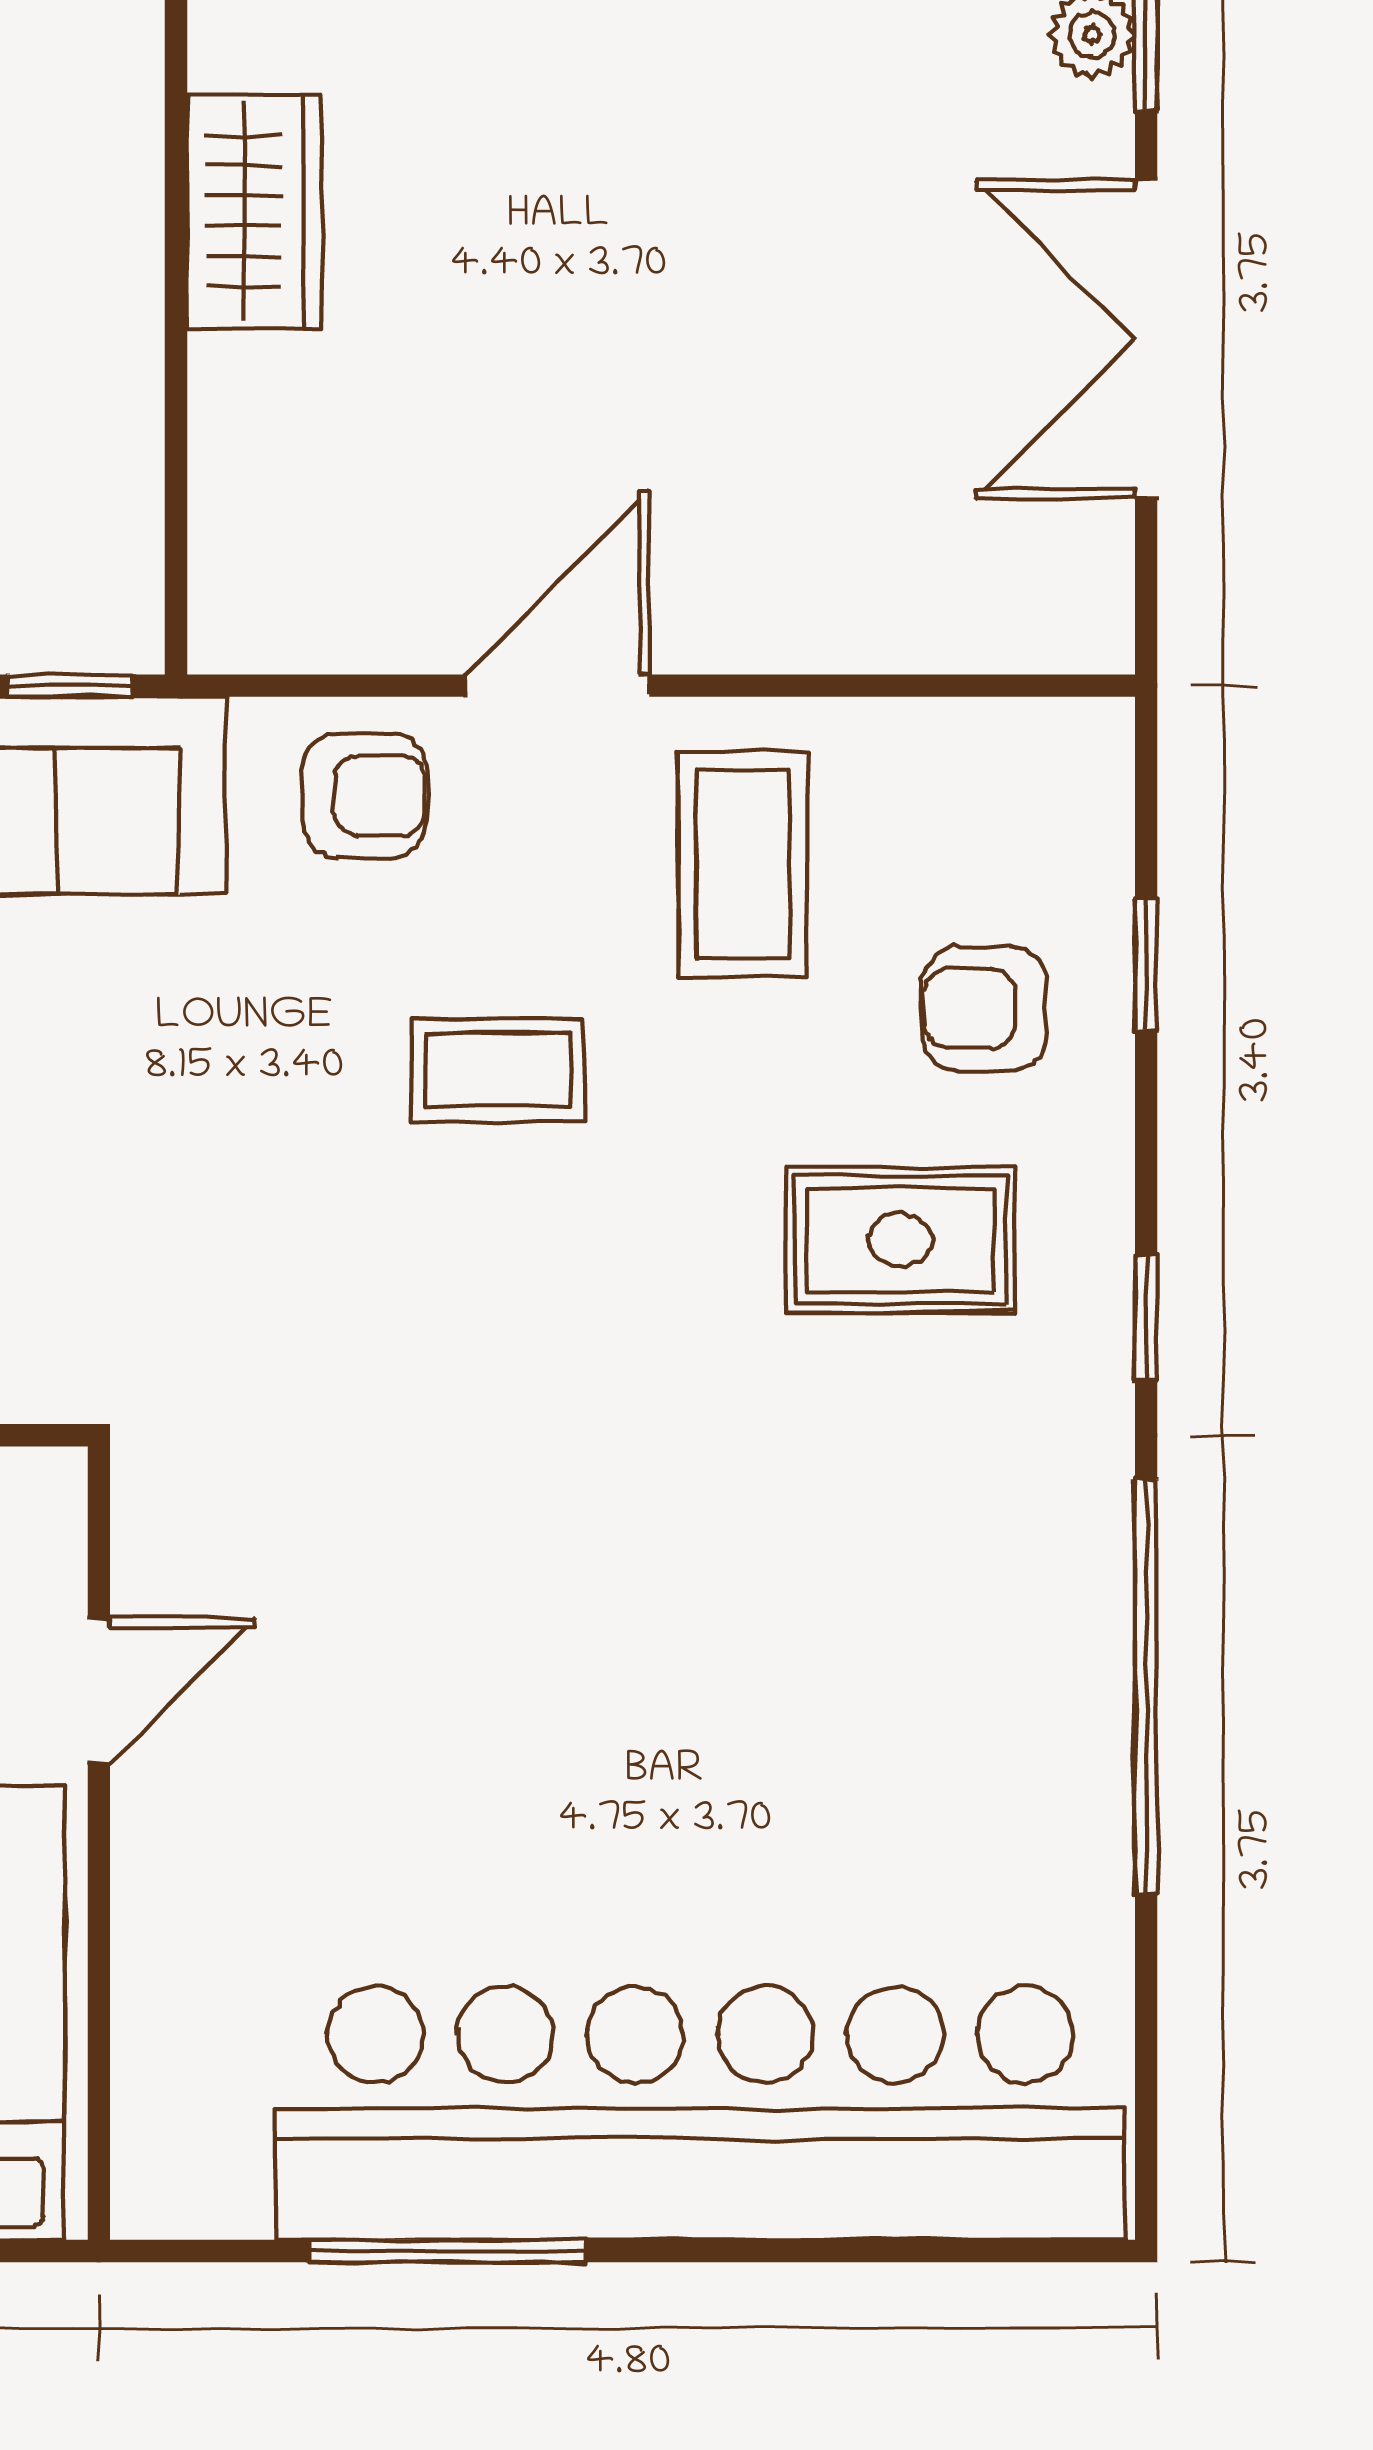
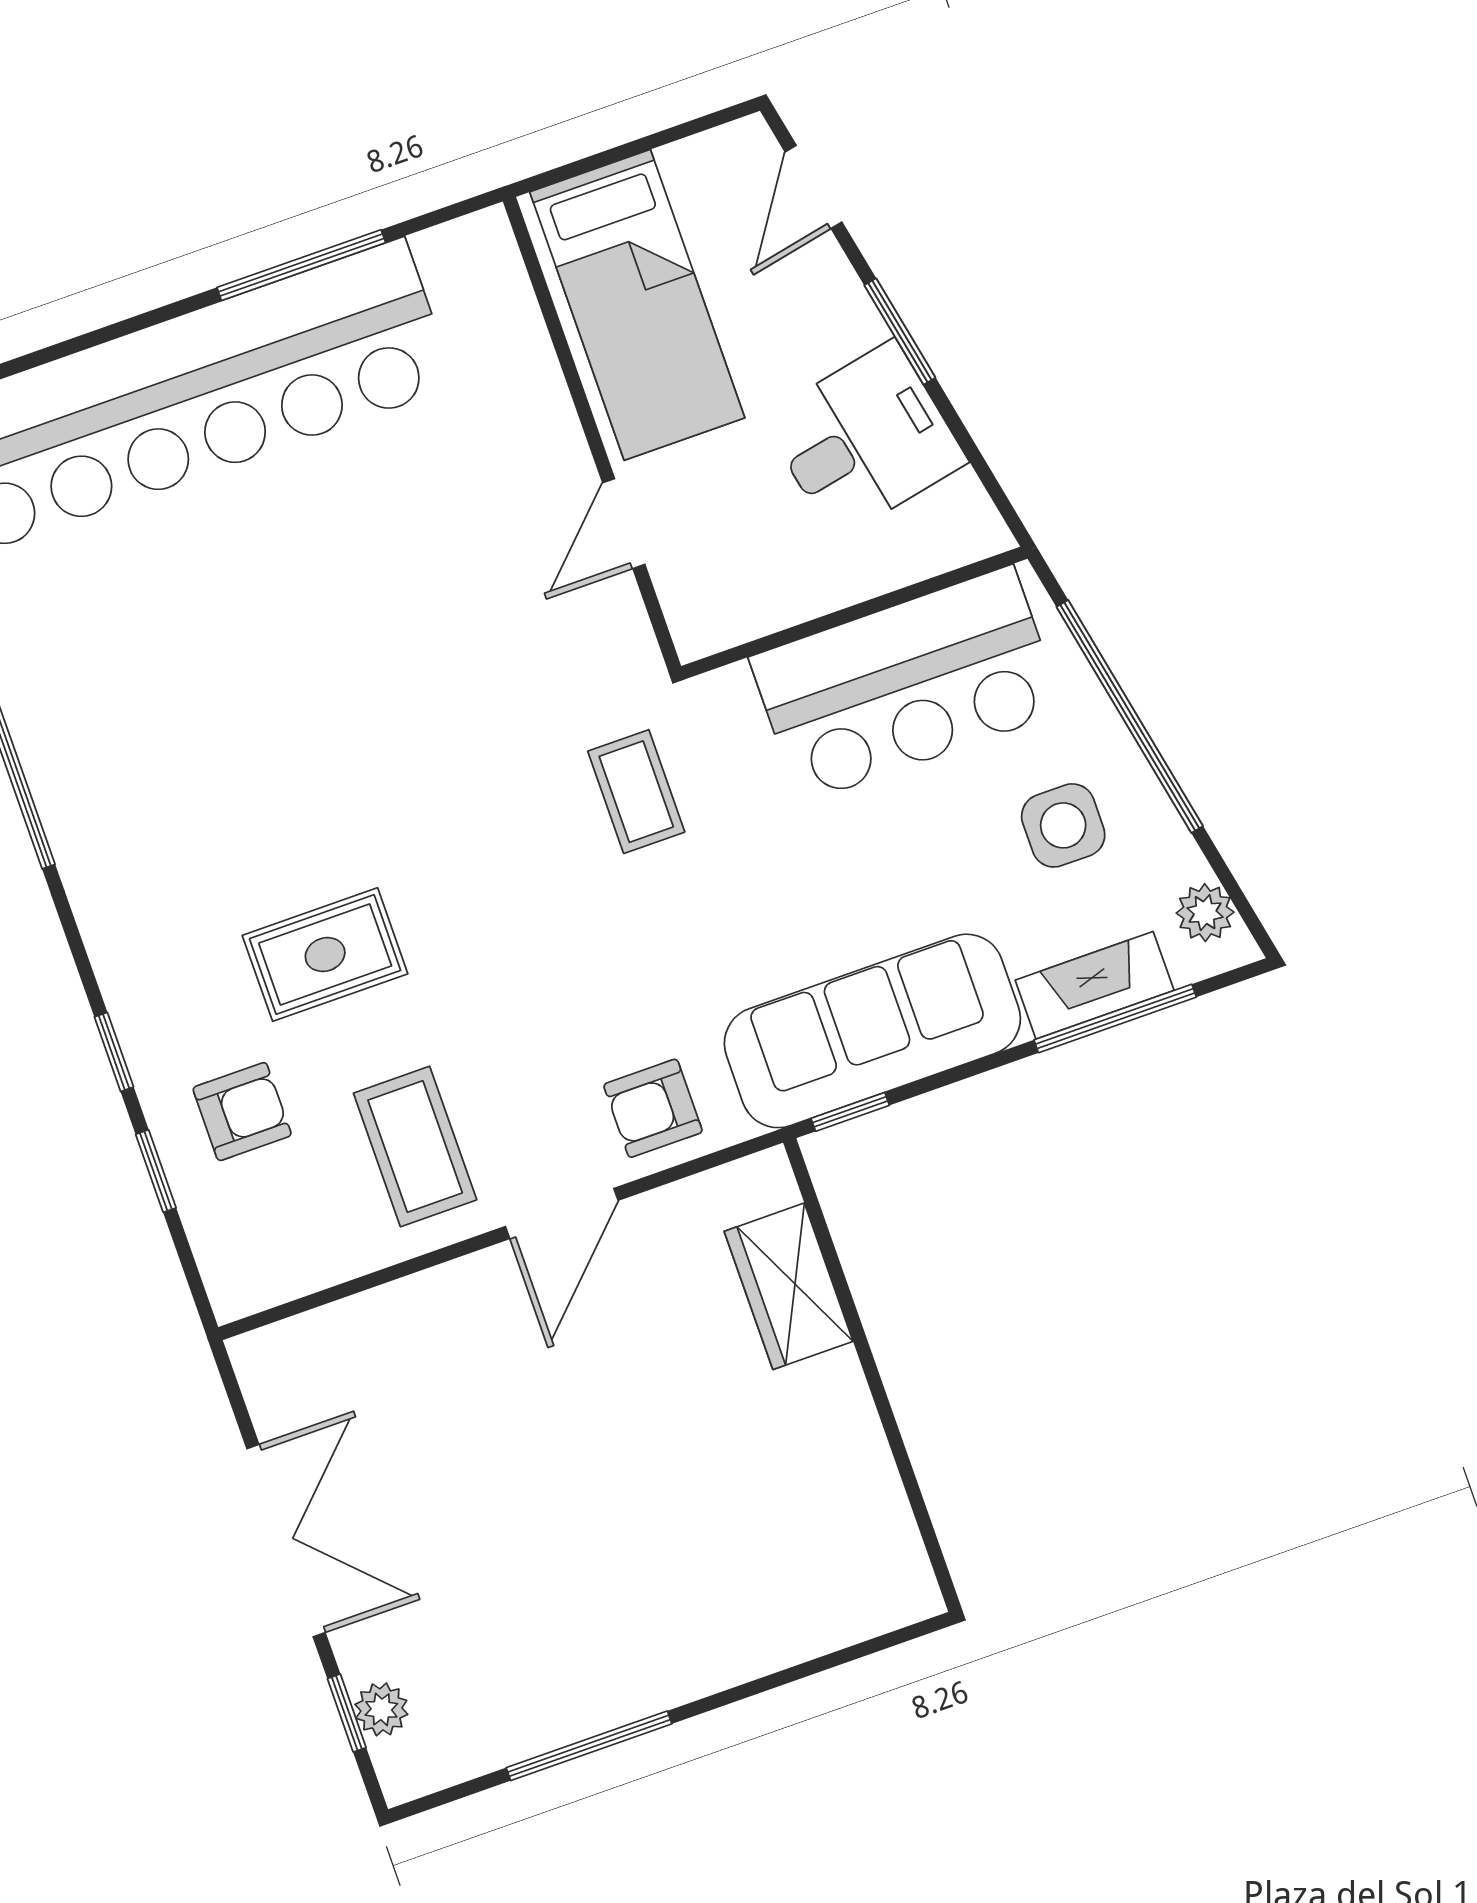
wardrobe: (255, 211) -> (789, 1286), moved
coffee table: (498, 1070) -> (636, 792), moved, turned 90
rug: (900, 1240) -> (325, 955), moved
window: (1146, 1317) -> (114, 1052), moved

